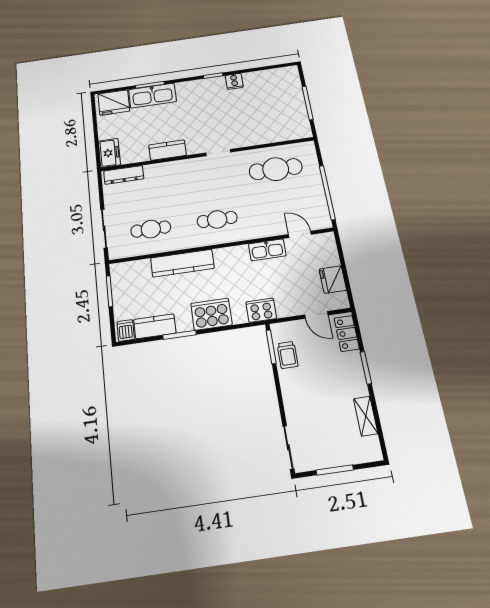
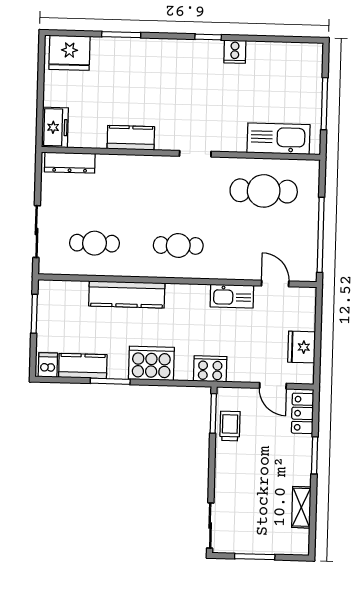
kitchen sink: (152, 96) -> (279, 139), moved, turned 180
trolley: (288, 355) -> (230, 426), turned 180

